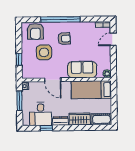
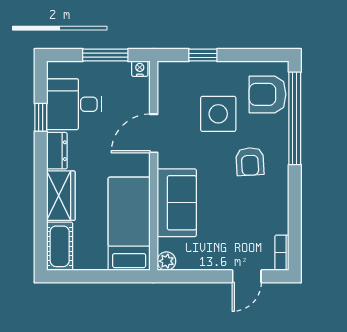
window: (60, 19) -> (295, 118), moved
door: (113, 39) -> (247, 276), swing flipped

